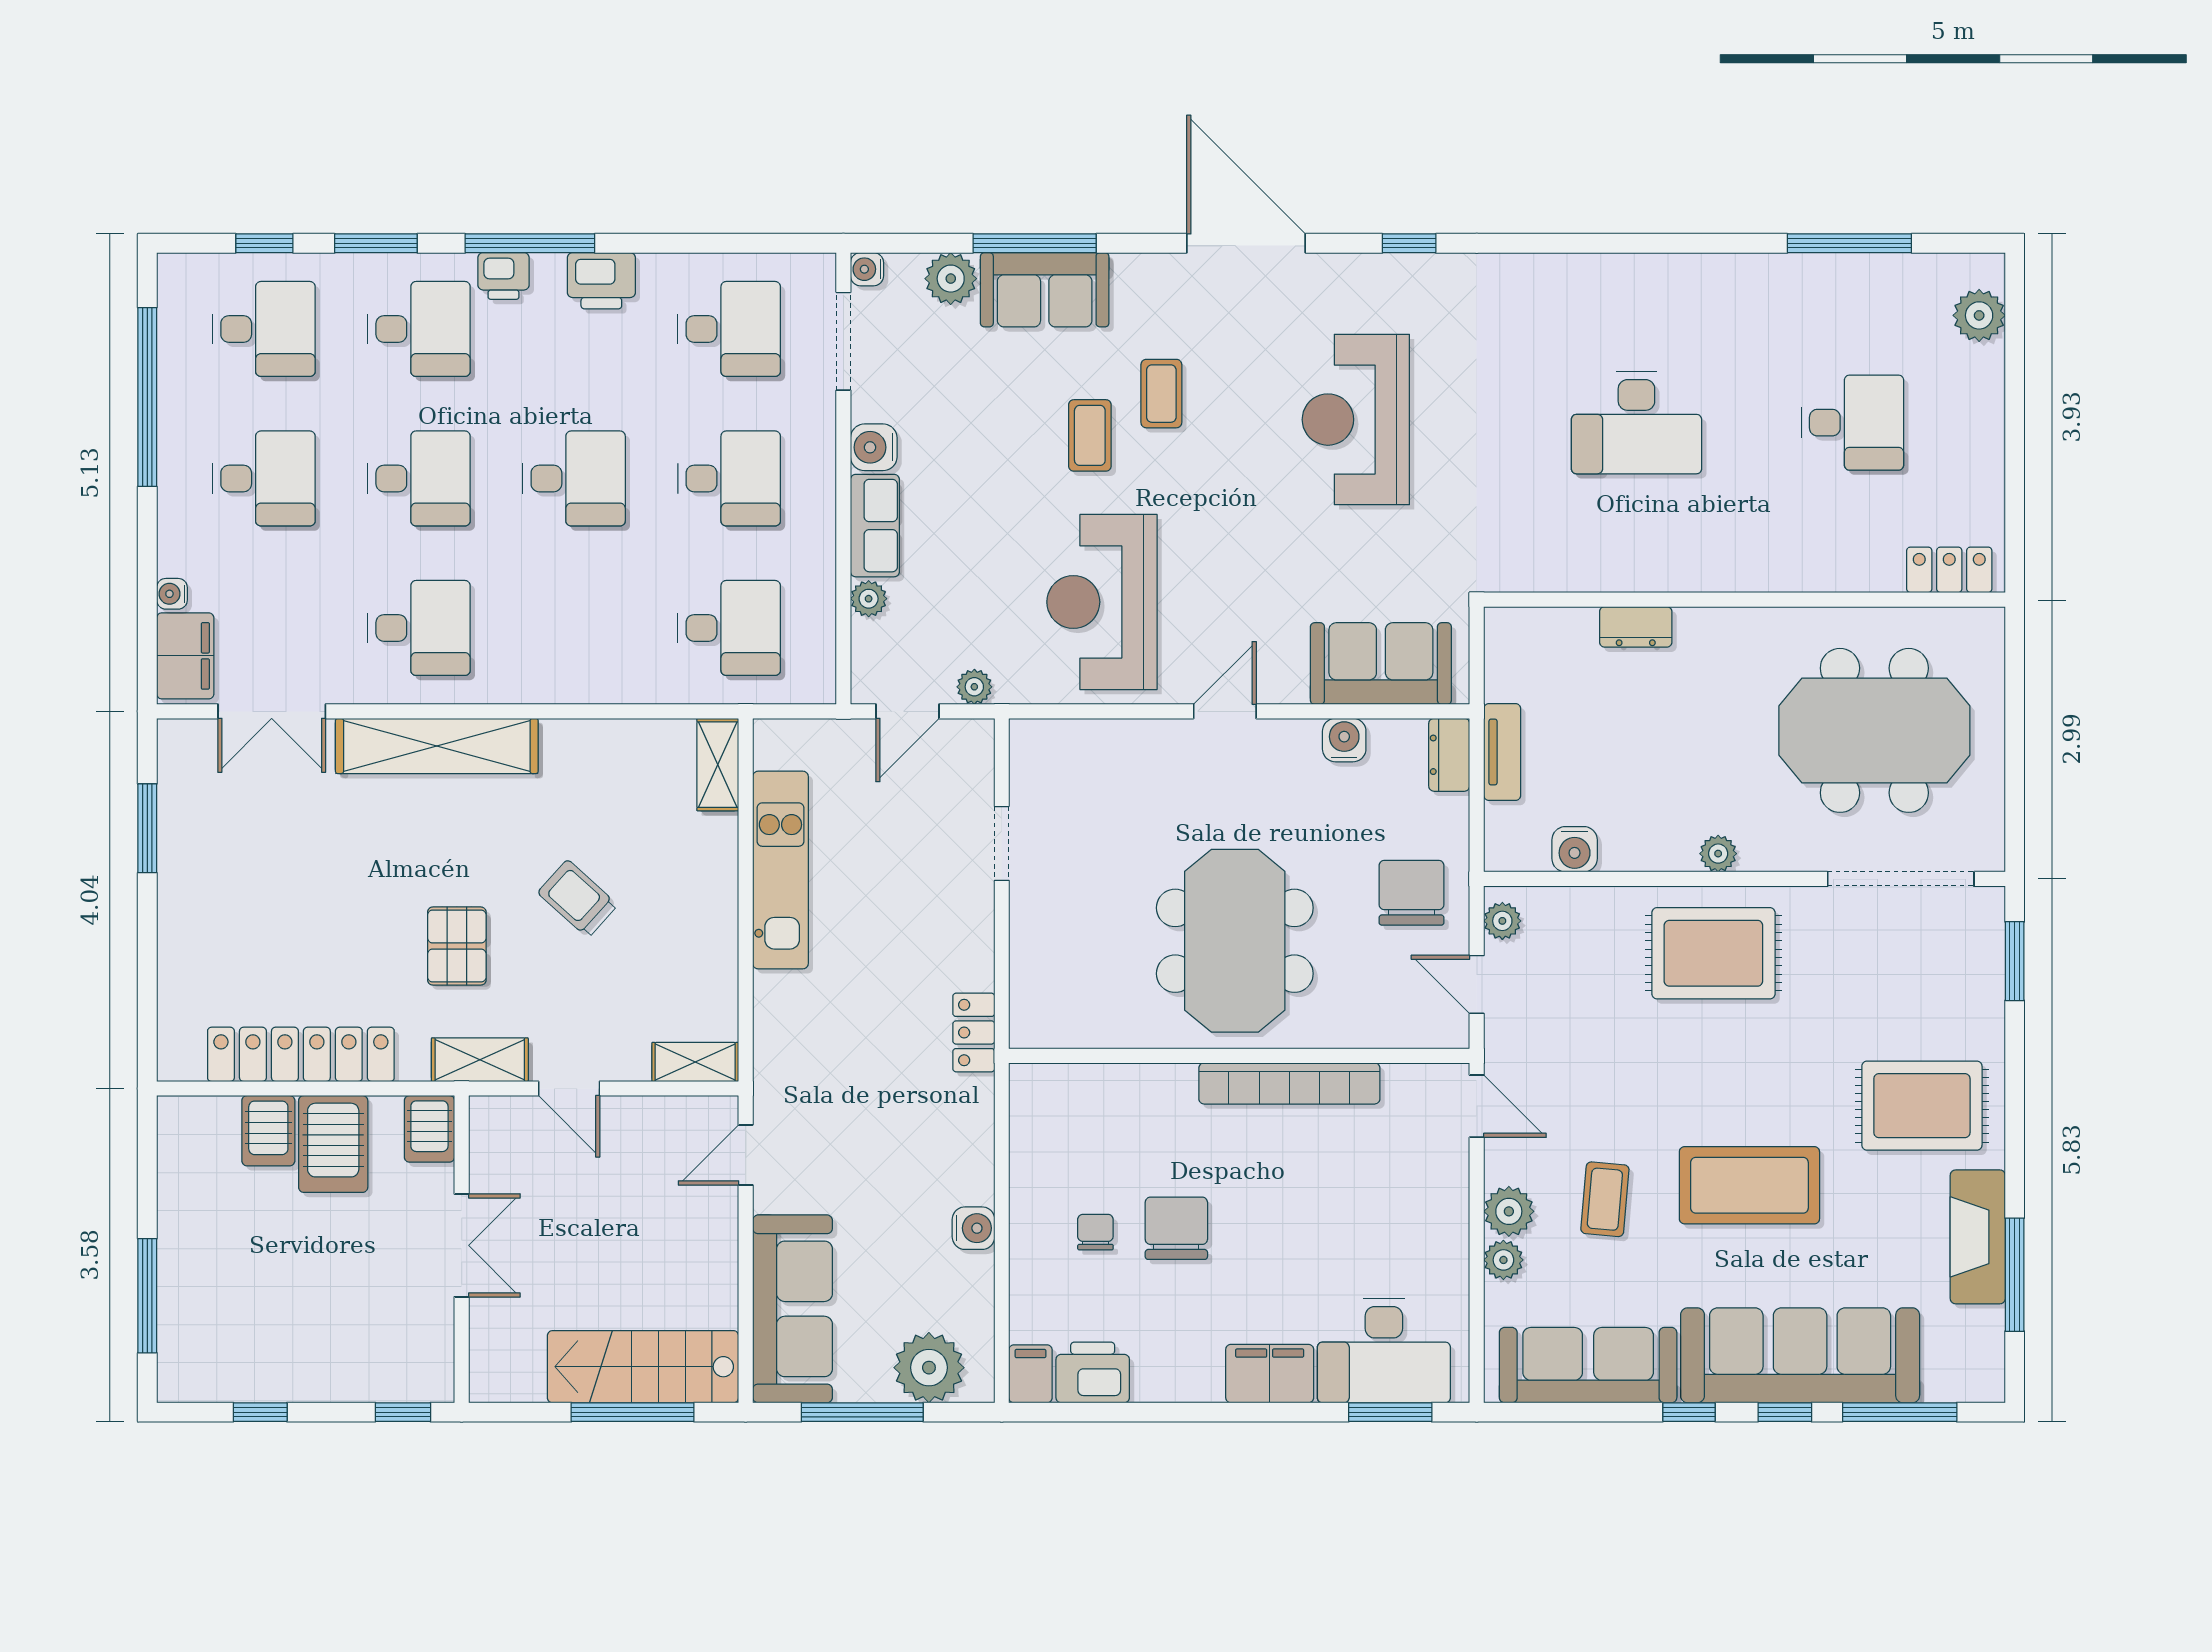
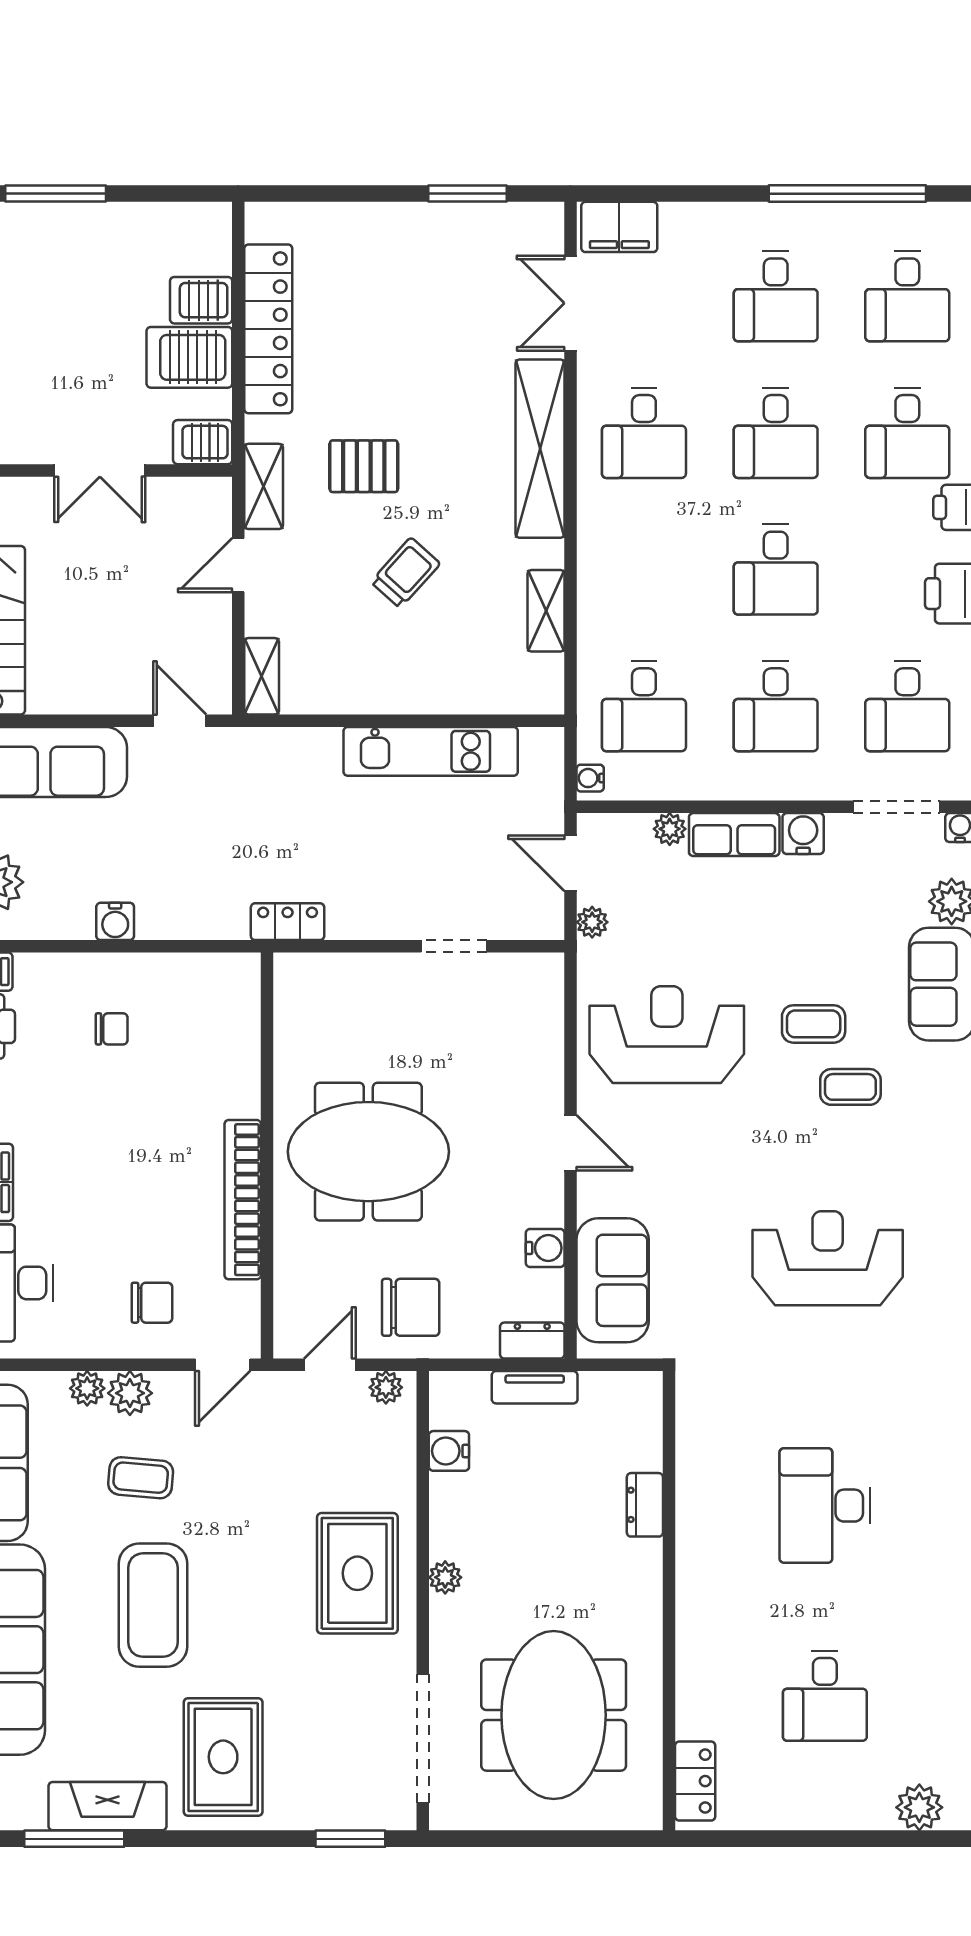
water cooler: (172, 594) -> (590, 778), moved, turned -90
shelving: (718, 765) -> (546, 611), moved, turned 90
chair: (1176, 1228) -> (152, 1303), moved, width x0.73, depth x0.73

